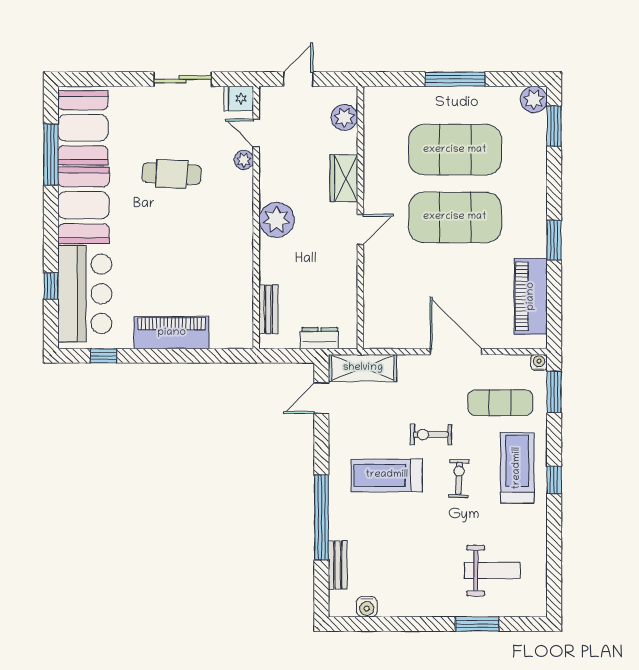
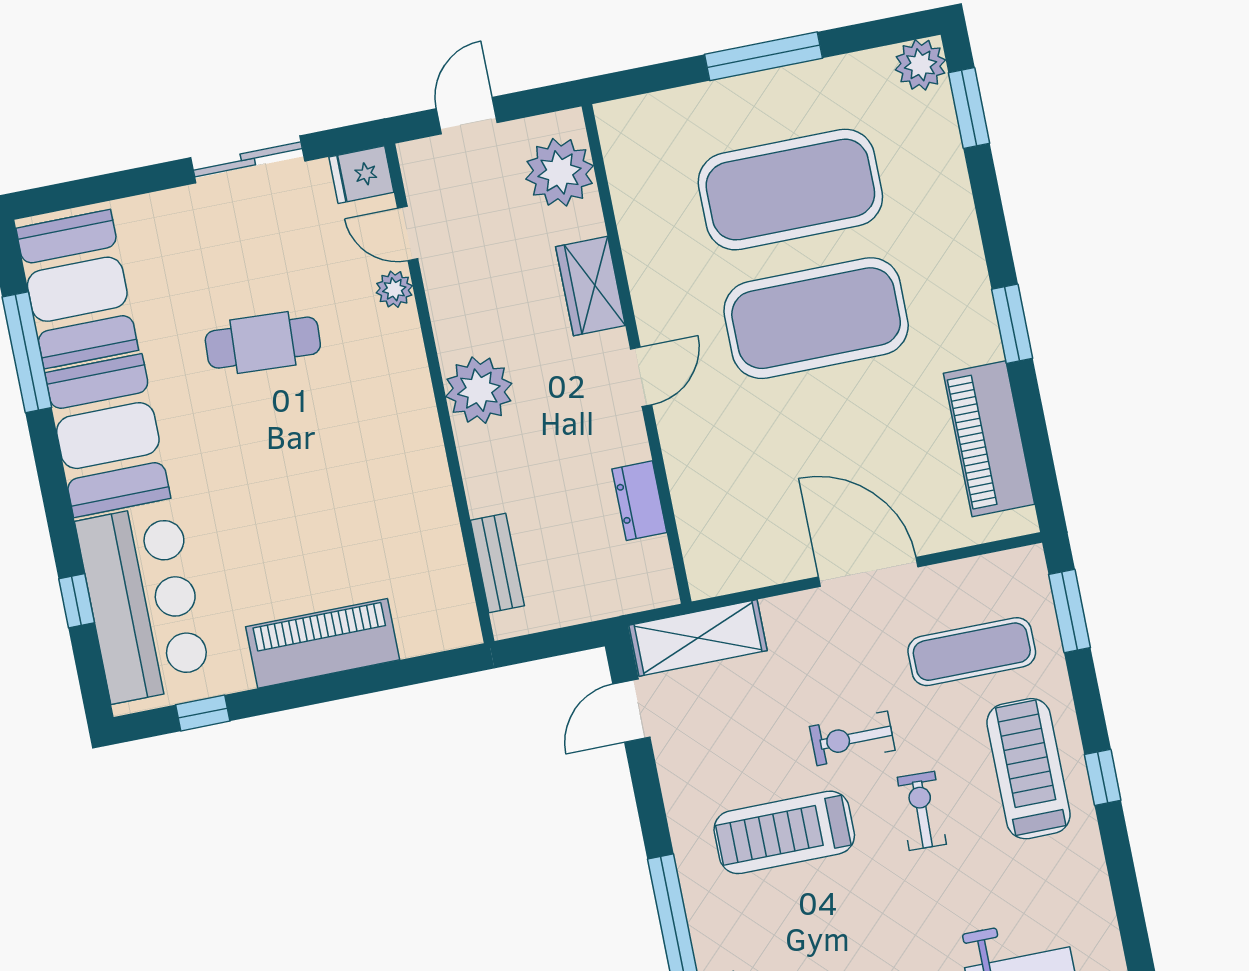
plant: (344, 117) -> (560, 172), width x1.36, depth x1.36
dresser: (319, 338) -> (639, 501), moved, turned -90
water cooler: (539, 363) -> (1030, 561), removed

